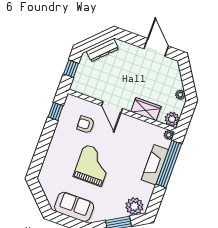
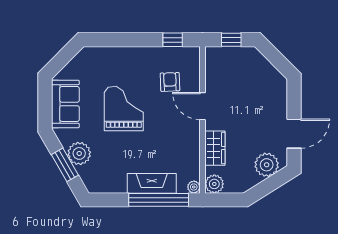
dresser: (102, 50) -> (267, 70), removed
plant: (180, 95) -> (267, 165), moved, width x1.88, depth x1.88
door: (112, 107) -> (203, 106), hinge flipped
grand piano: (93, 165) -> (124, 109), turned -90
plant: (134, 206) -> (79, 153), moved

